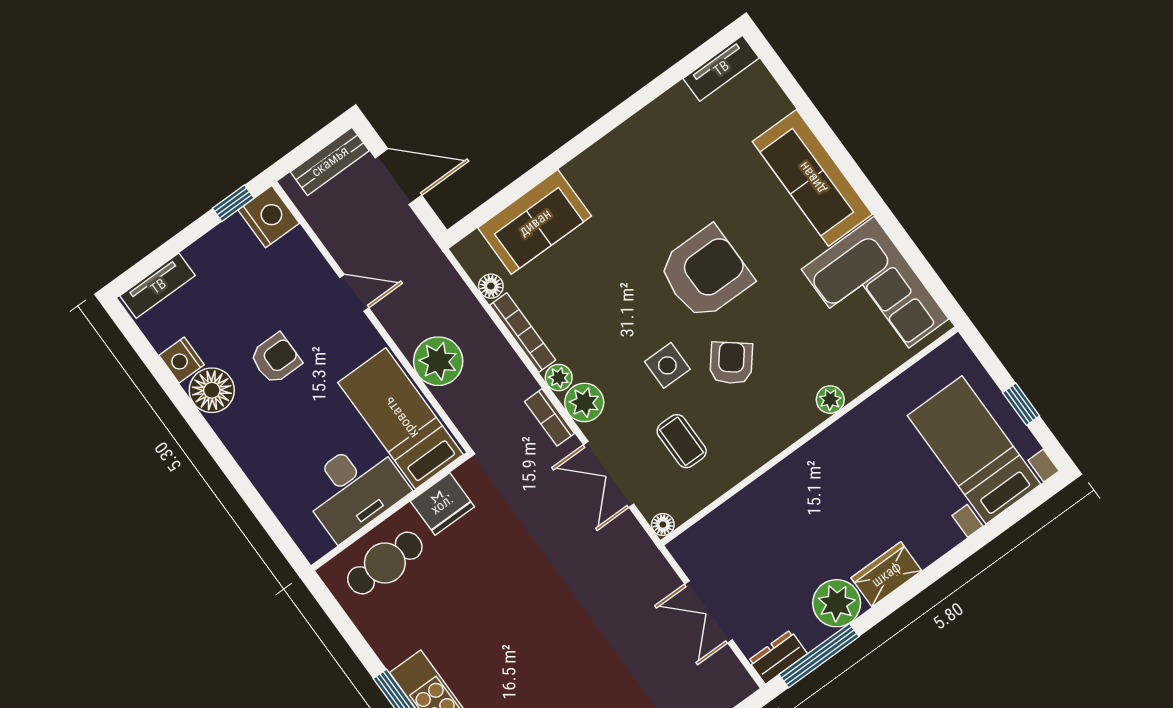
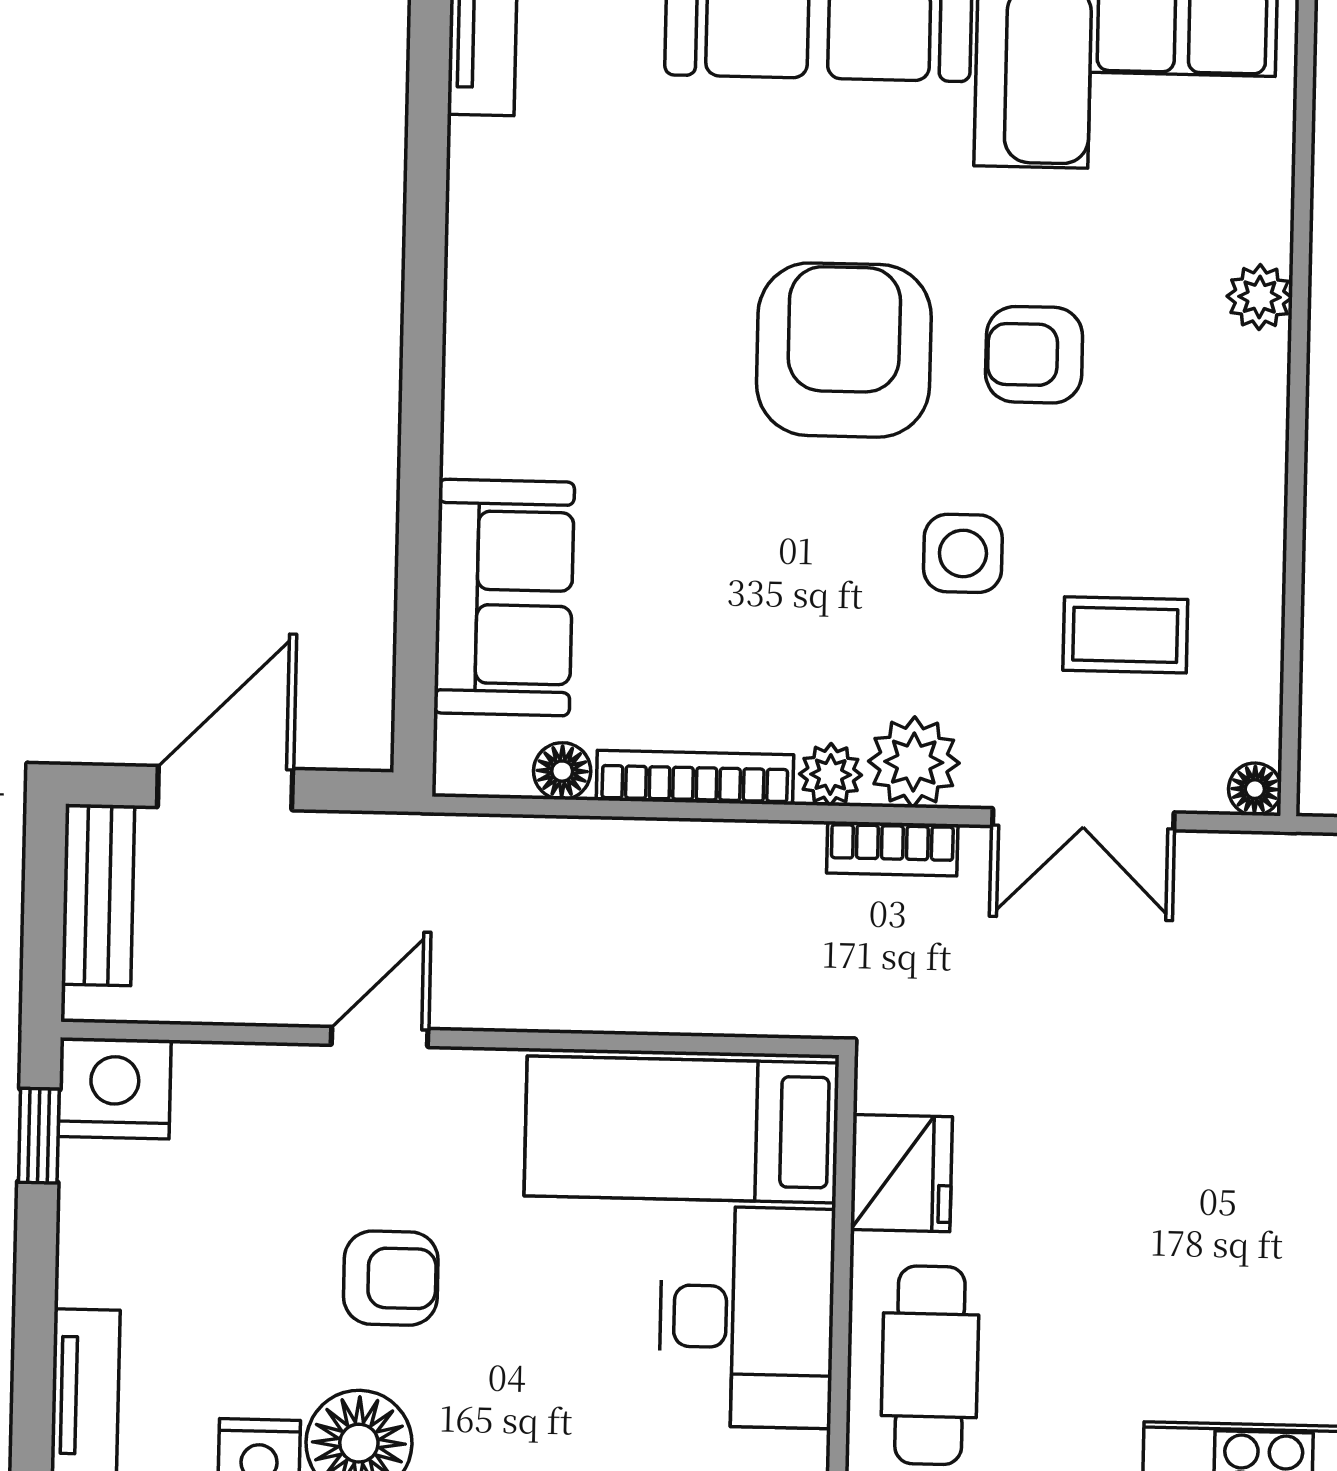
armchair: (276, 359) -> (391, 1278), turned 90
plant: (438, 361) -> (628, 977), removed
armchair: (731, 363) -> (1034, 355), moved, turned -39

